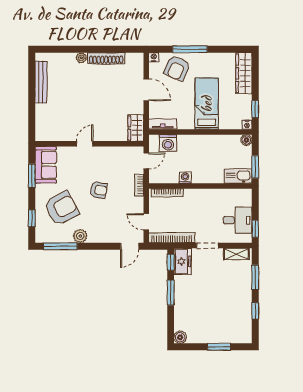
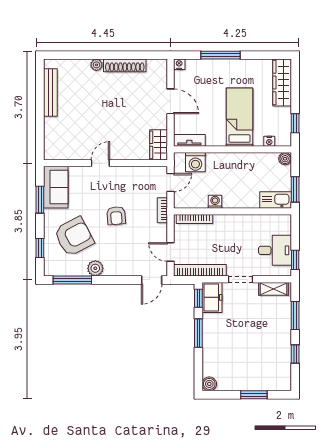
armchair: (177, 68) -> (206, 77), removed
nightstand: (247, 125) -> (269, 141), moved
armchair: (99, 190) -> (116, 216), turned 75

